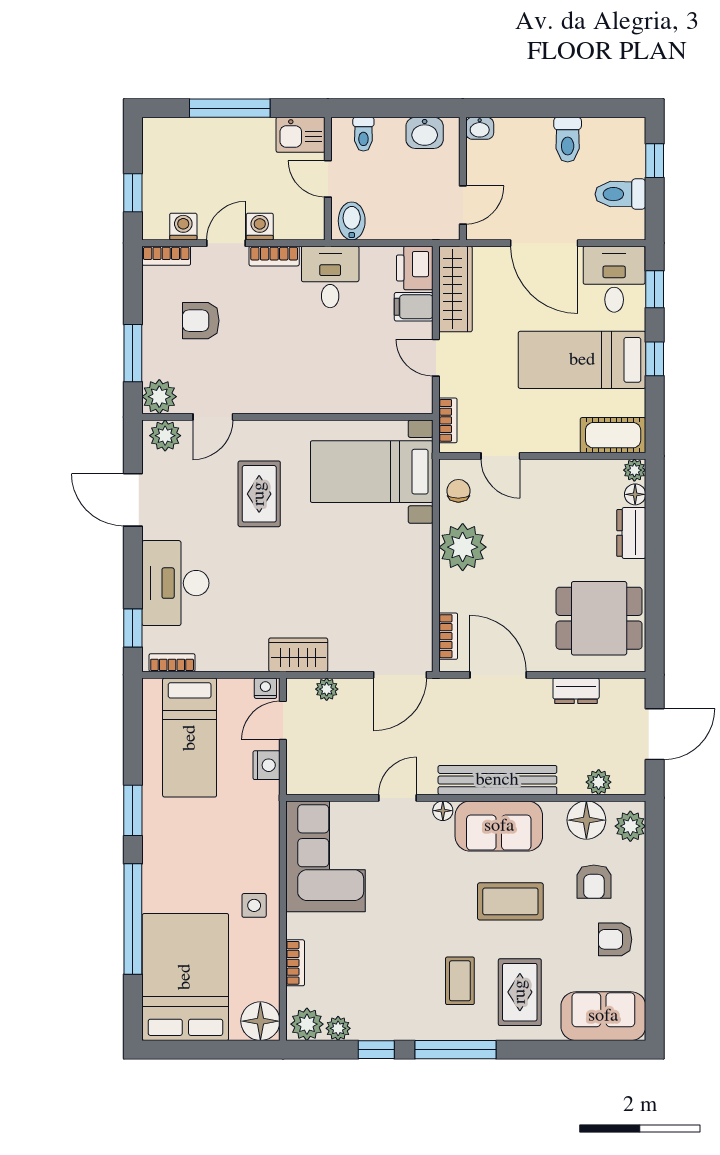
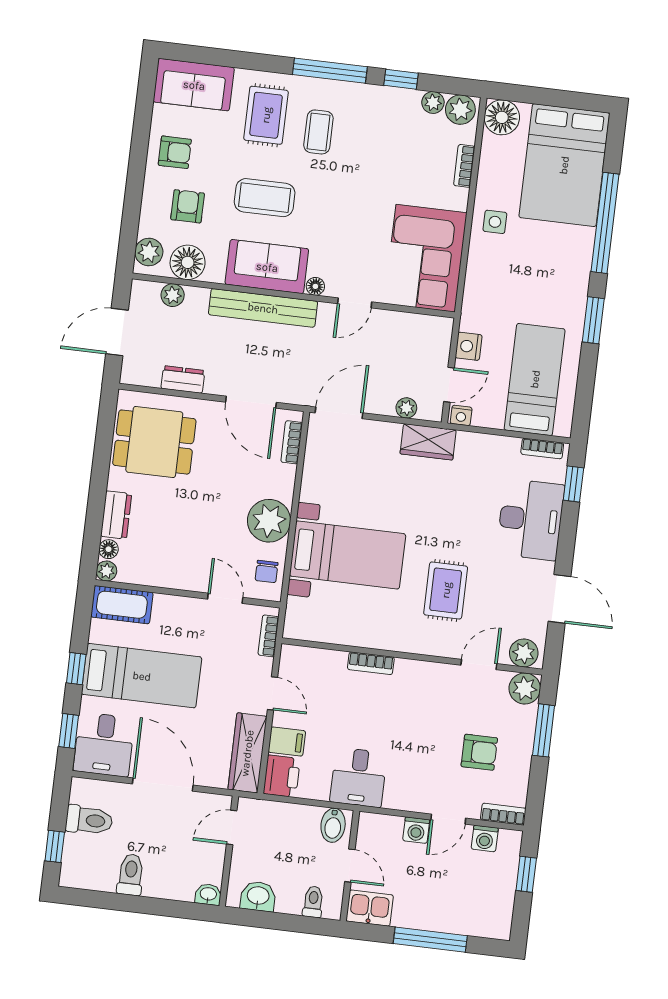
bookcase: (274, 256) -> (371, 663), moved, turned 180
bed with nightstands: (372, 472) -> (348, 555), moved

